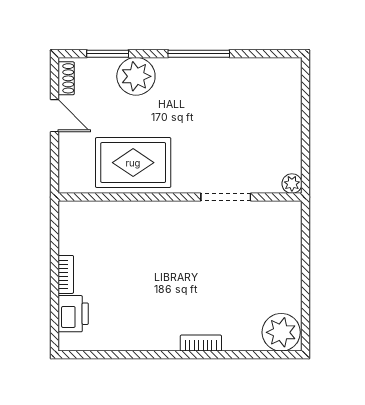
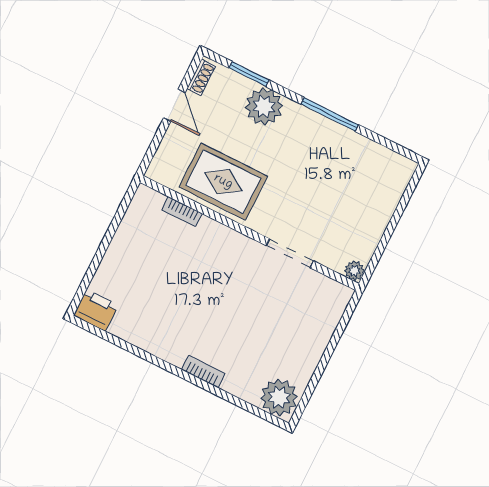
bookcase: (66, 274) -> (182, 212), moved, turned 90
printer: (73, 314) -> (96, 310), moved, turned -90

